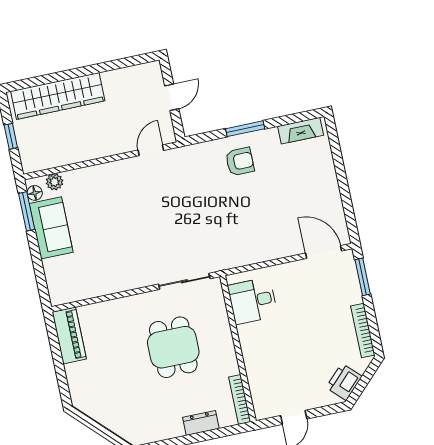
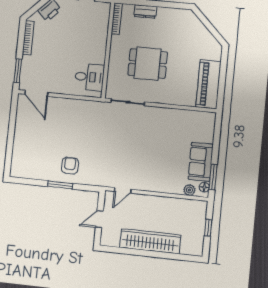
wardrobe: (58, 96) -> (150, 241), moved
fireplace: (301, 131) -> (27, 173), removed
armchair: (240, 162) -> (70, 166), turned 90
piano: (69, 336) -> (208, 84), width x1.37, depth x1.33
dining table: (173, 347) -> (148, 64), turned 90

